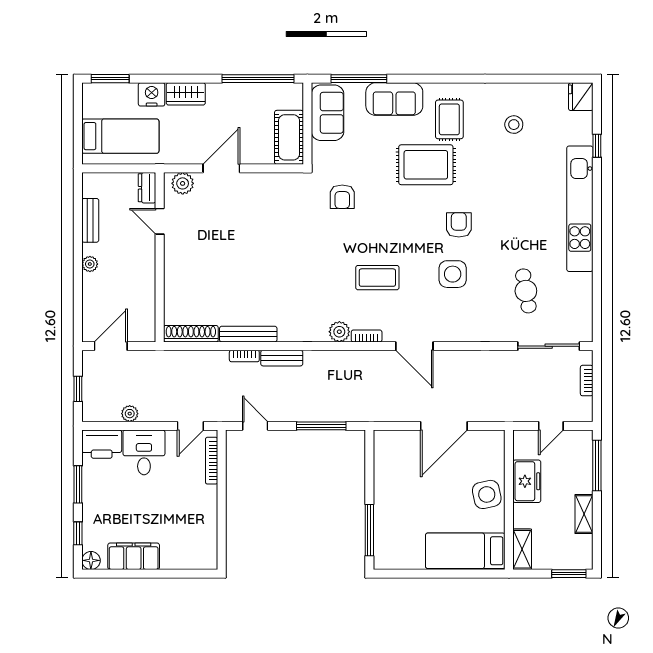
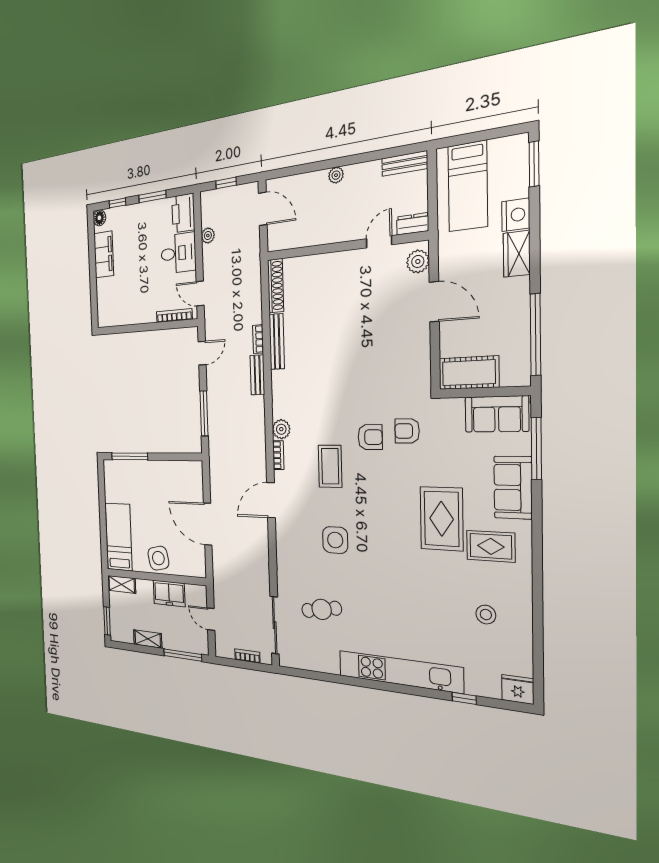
bench: (90, 220) -> (405, 164), moved
armchair: (459, 225) -> (370, 437), moved

